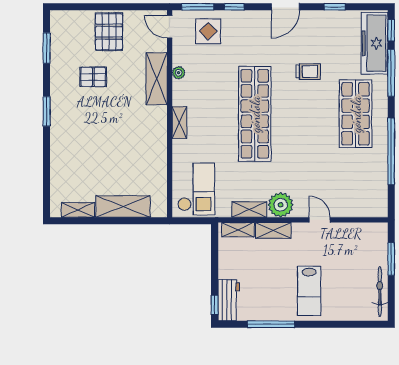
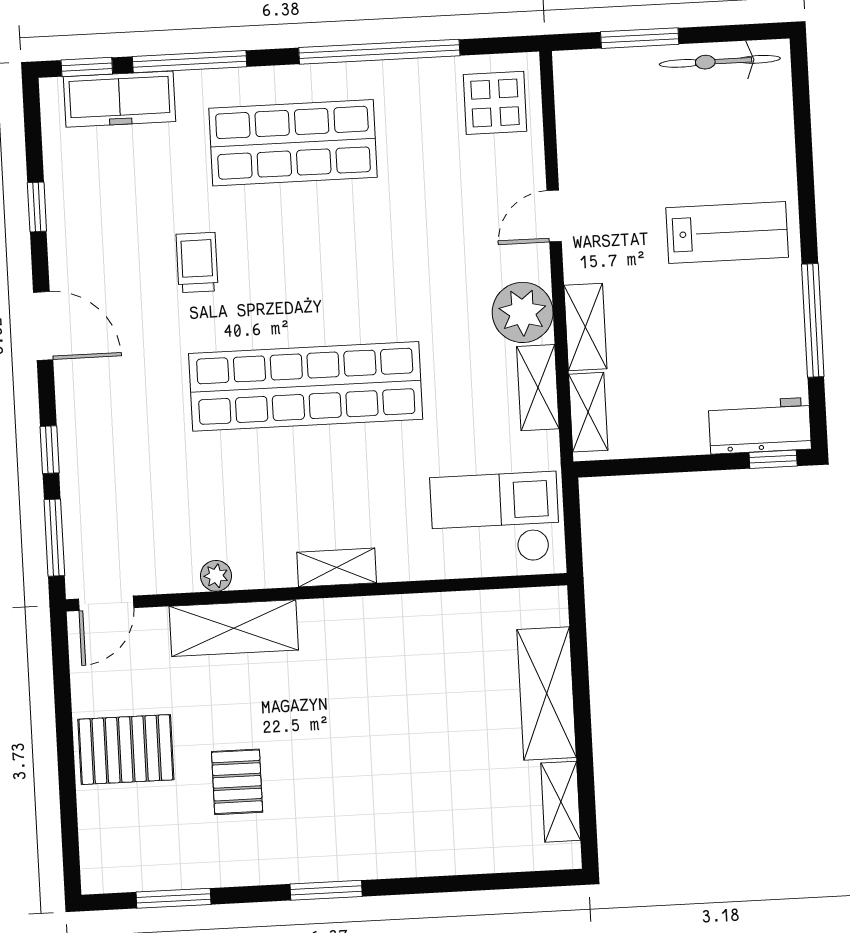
display table: (208, 31) -> (495, 103), moved
freezer: (375, 43) -> (120, 99), width x0.73, depth x0.79

